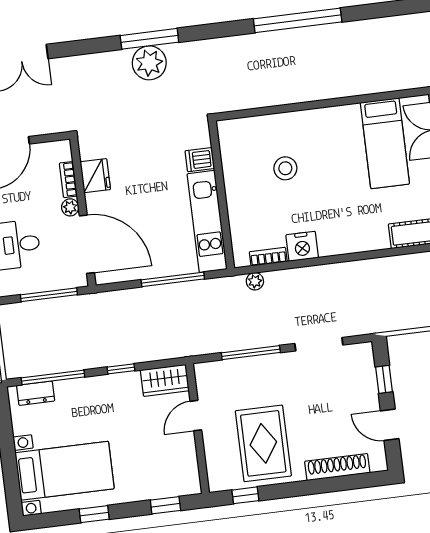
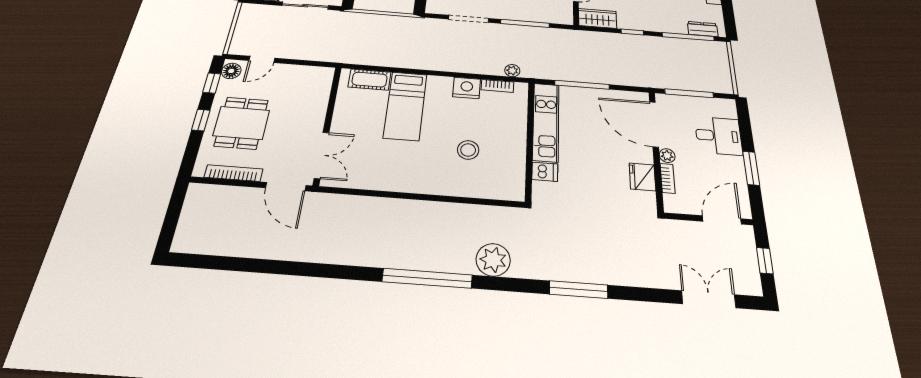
plant: (149, 63) -> (493, 260), moved
bed: (385, 143) -> (405, 106), moved, turned 180

